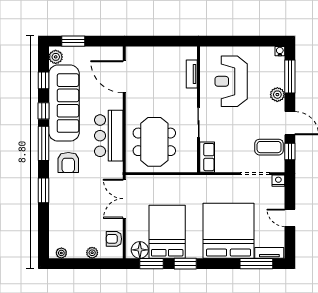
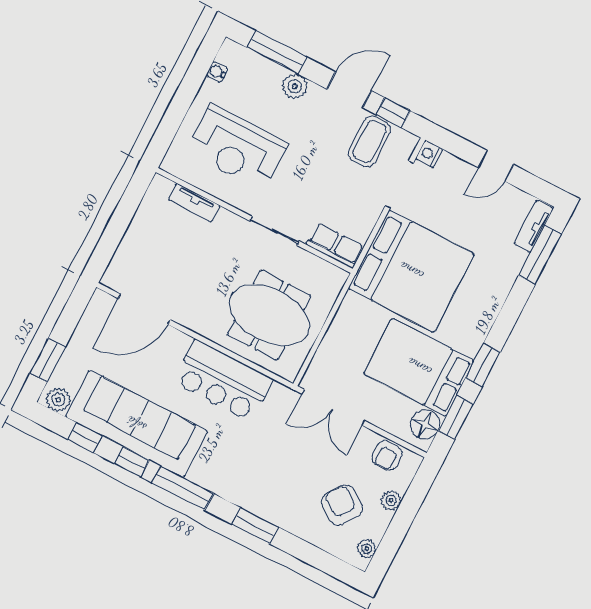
water cooler: (280, 51) -> (217, 72), moved
armchair: (68, 163) -> (342, 505), moved, turned -144
bed: (228, 231) -> (411, 271), moved, turned 180

